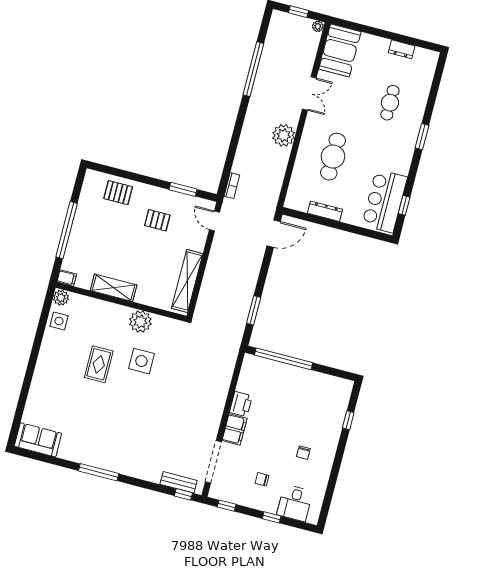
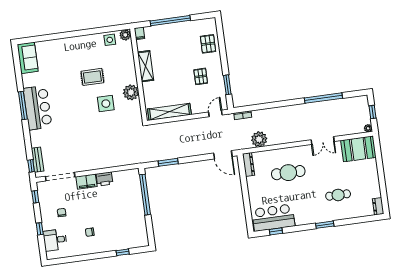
dresser: (402, 49) -> (378, 206), moved
plant: (284, 135) -> (259, 139), moved
dresser: (325, 211) -> (249, 164), moved
bar counter: (110, 454) -> (38, 108), added

